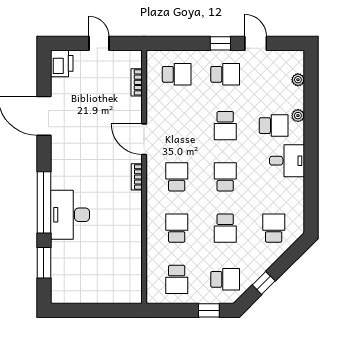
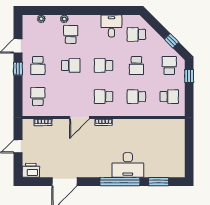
school desk: (225, 74) -> (38, 65), turned 180
desk: (287, 161) -> (111, 26), moved
school desk: (225, 228) -> (136, 65), turned 90

